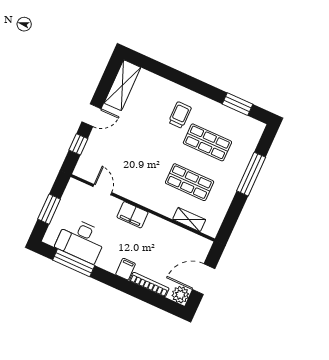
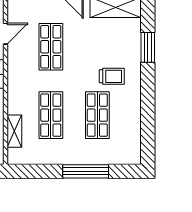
window: (237, 104) -> (148, 47), moved
shop shelf: (131, 156) -> (51, 47), added

